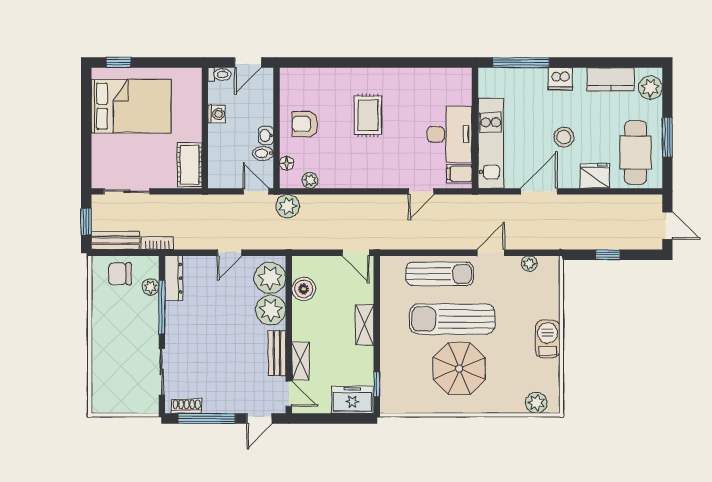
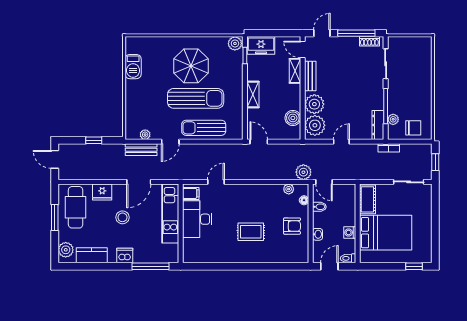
bed: (131, 106) -> (386, 233), moved, turned 180
rug: (368, 115) -> (251, 232), turned 90
washbasin: (266, 135) -> (317, 234), moved
bench: (115, 240) -> (141, 150), moved
barbecue: (548, 339) -> (133, 67), moved
plant: (536, 403) -> (235, 43), moved

